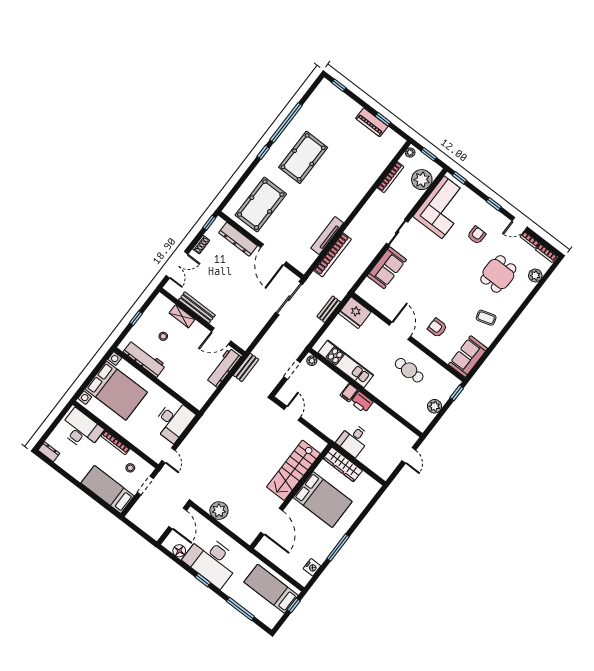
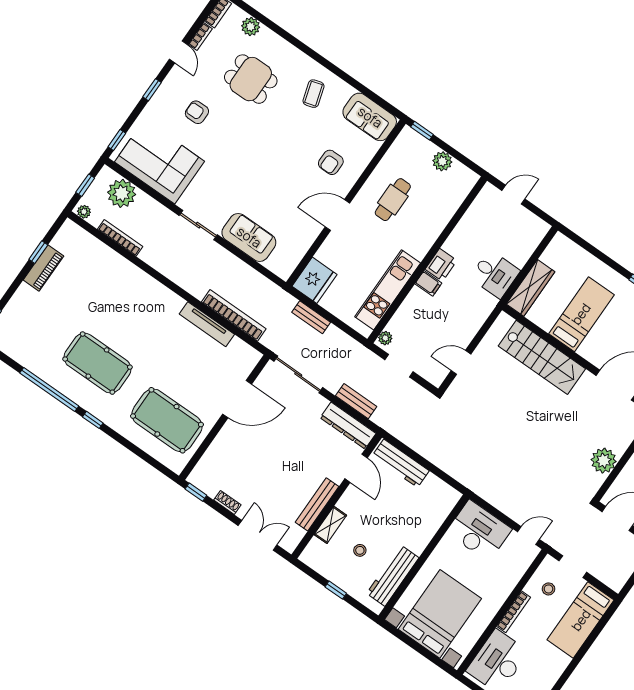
dresser: (238, 239) -> (348, 426), moved, turned 90
bench: (246, 367) -> (356, 401), moved
bed: (323, 500) -> (581, 314), width x0.67

